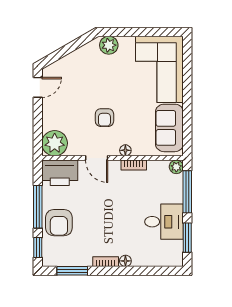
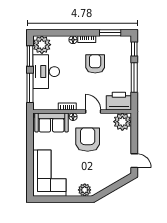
door: (38, 87) -> (134, 161), swing flipped
armchair: (104, 118) -> (88, 140), width x1.88, depth x1.88
sofa: (169, 128) -> (52, 122), moved, turned 90
plant: (176, 167) -> (42, 45), moved, width x1.87, depth x1.87
desk: (164, 222) -> (46, 72), width x1.37
armchair: (59, 223) -> (95, 64), moved

